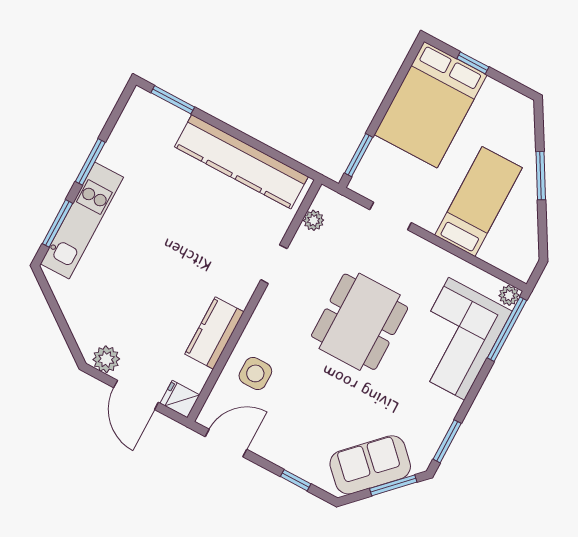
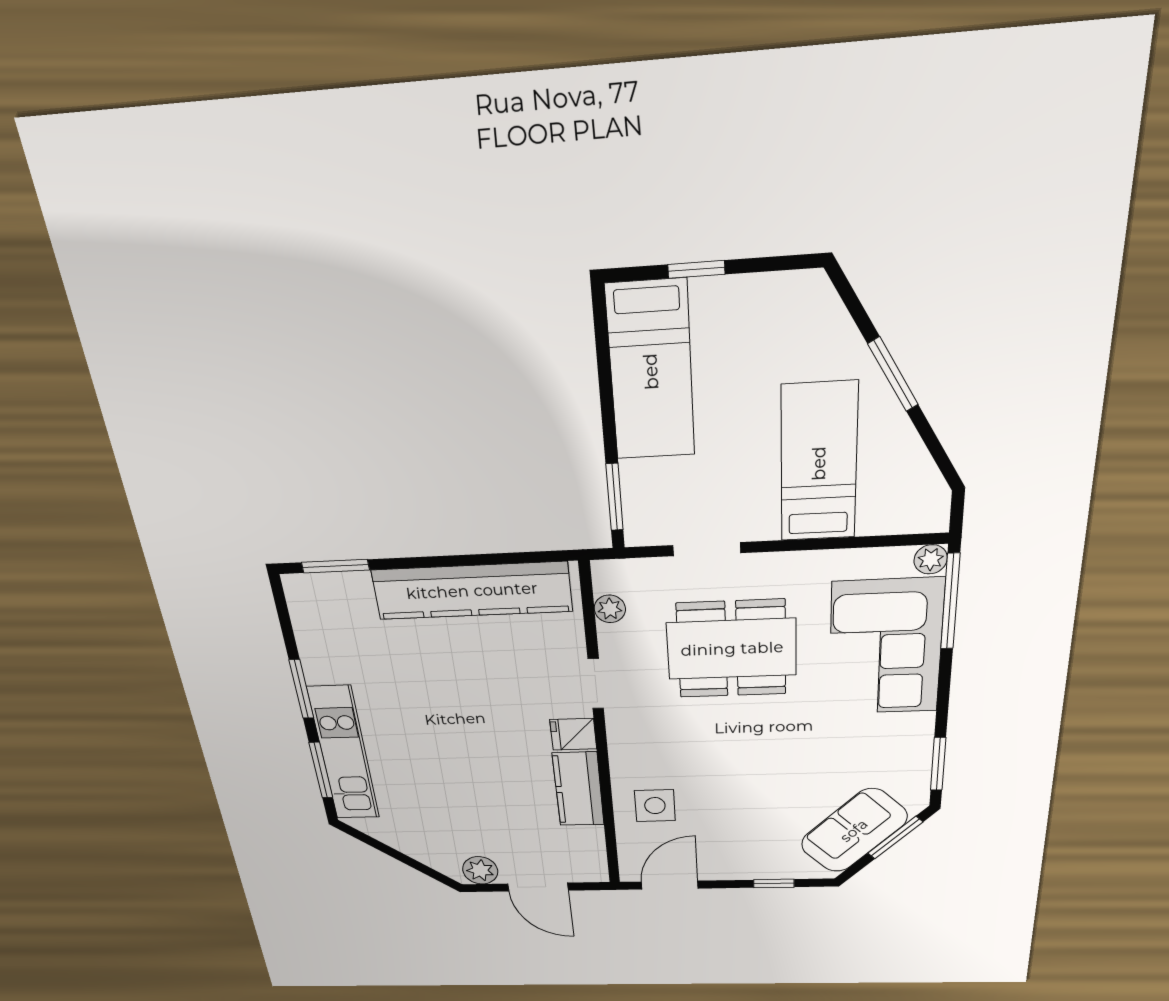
bed: (431, 105) -> (651, 371), width x0.67
dining table: (360, 322) -> (732, 649), moved, turned 90
fridge: (180, 399) -> (573, 734), moved

